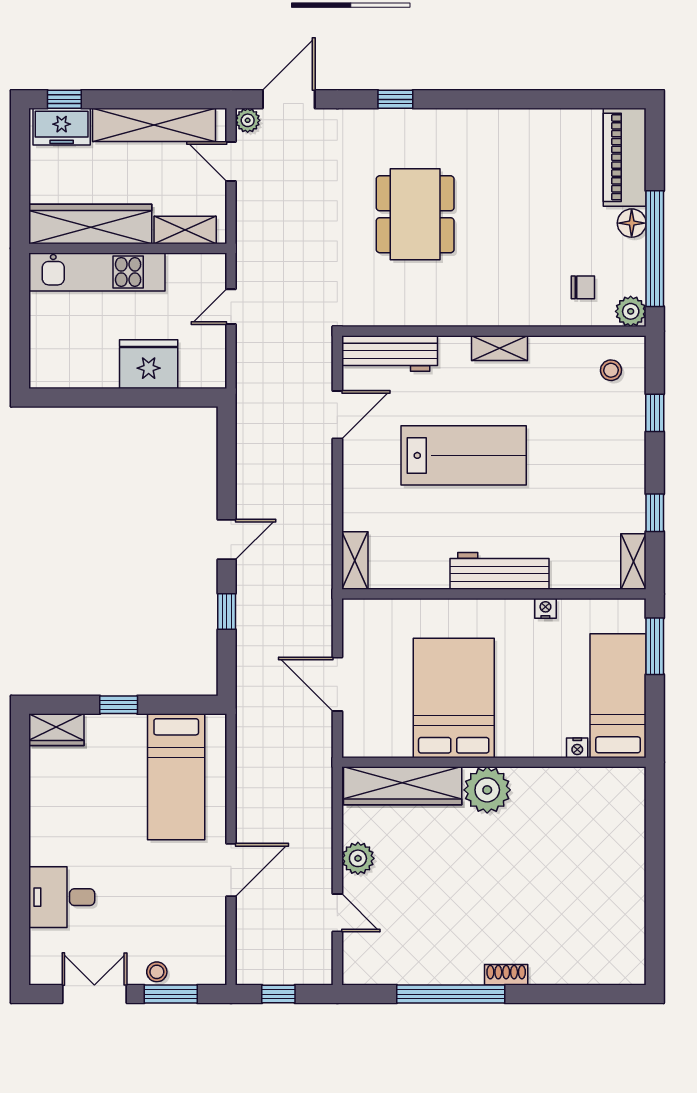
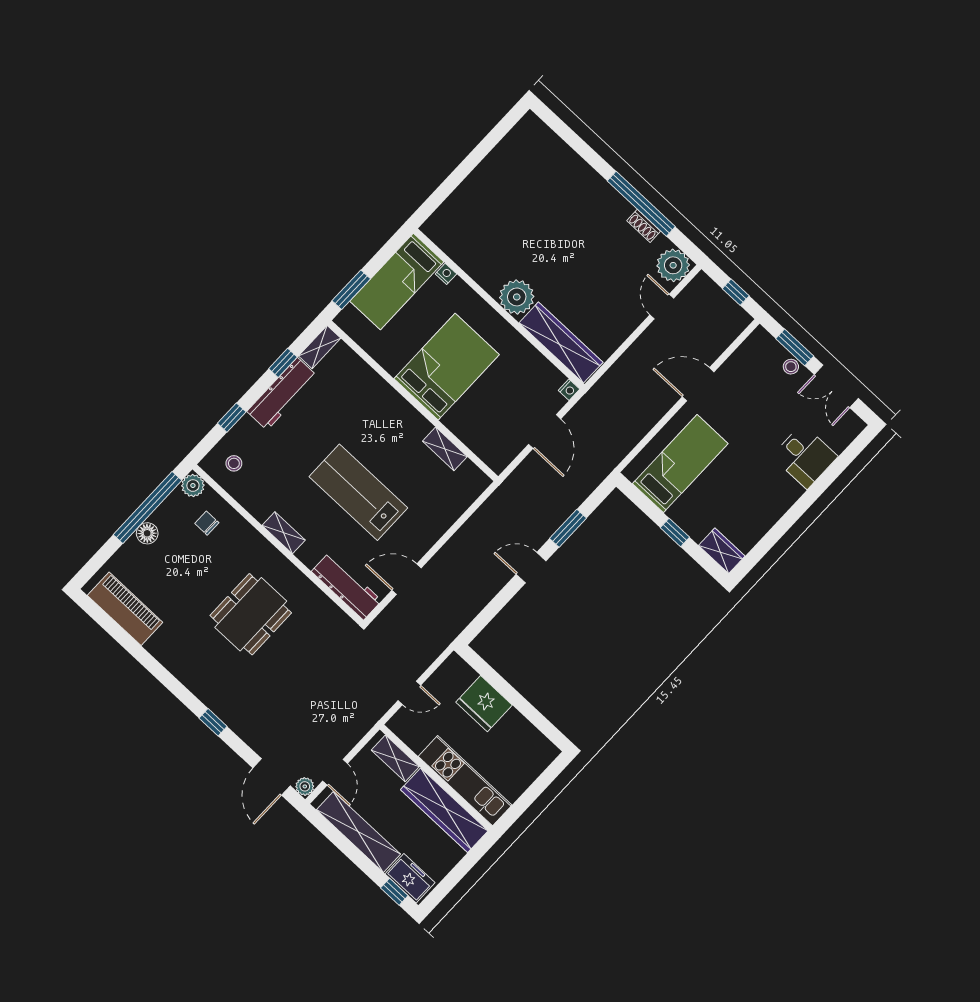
door: (289, 99) -> (272, 777), hinge flipped
piano: (625, 157) -> (125, 609), moved, turned -90
dining table: (415, 214) -> (251, 614), moved
shelving: (355, 561) -> (445, 449), moved, turned 90
workbench: (499, 571) -> (282, 394), moved, turned -90
nightstand: (545, 608) -> (569, 390), moved, turned -90
window: (227, 611) -> (568, 528), width x1.50
bed: (454, 698) -> (447, 367), moved, turned 180
plant: (358, 858) -> (673, 265), moved, width x1.36, depth x1.36
shoe rack: (506, 975) -> (644, 226), moved

